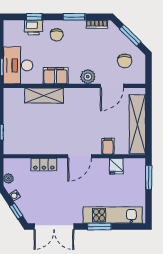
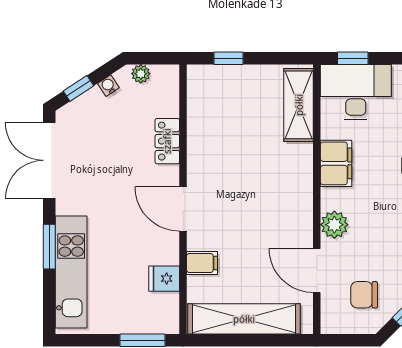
shelving: (44, 95) -> (299, 105), moved

